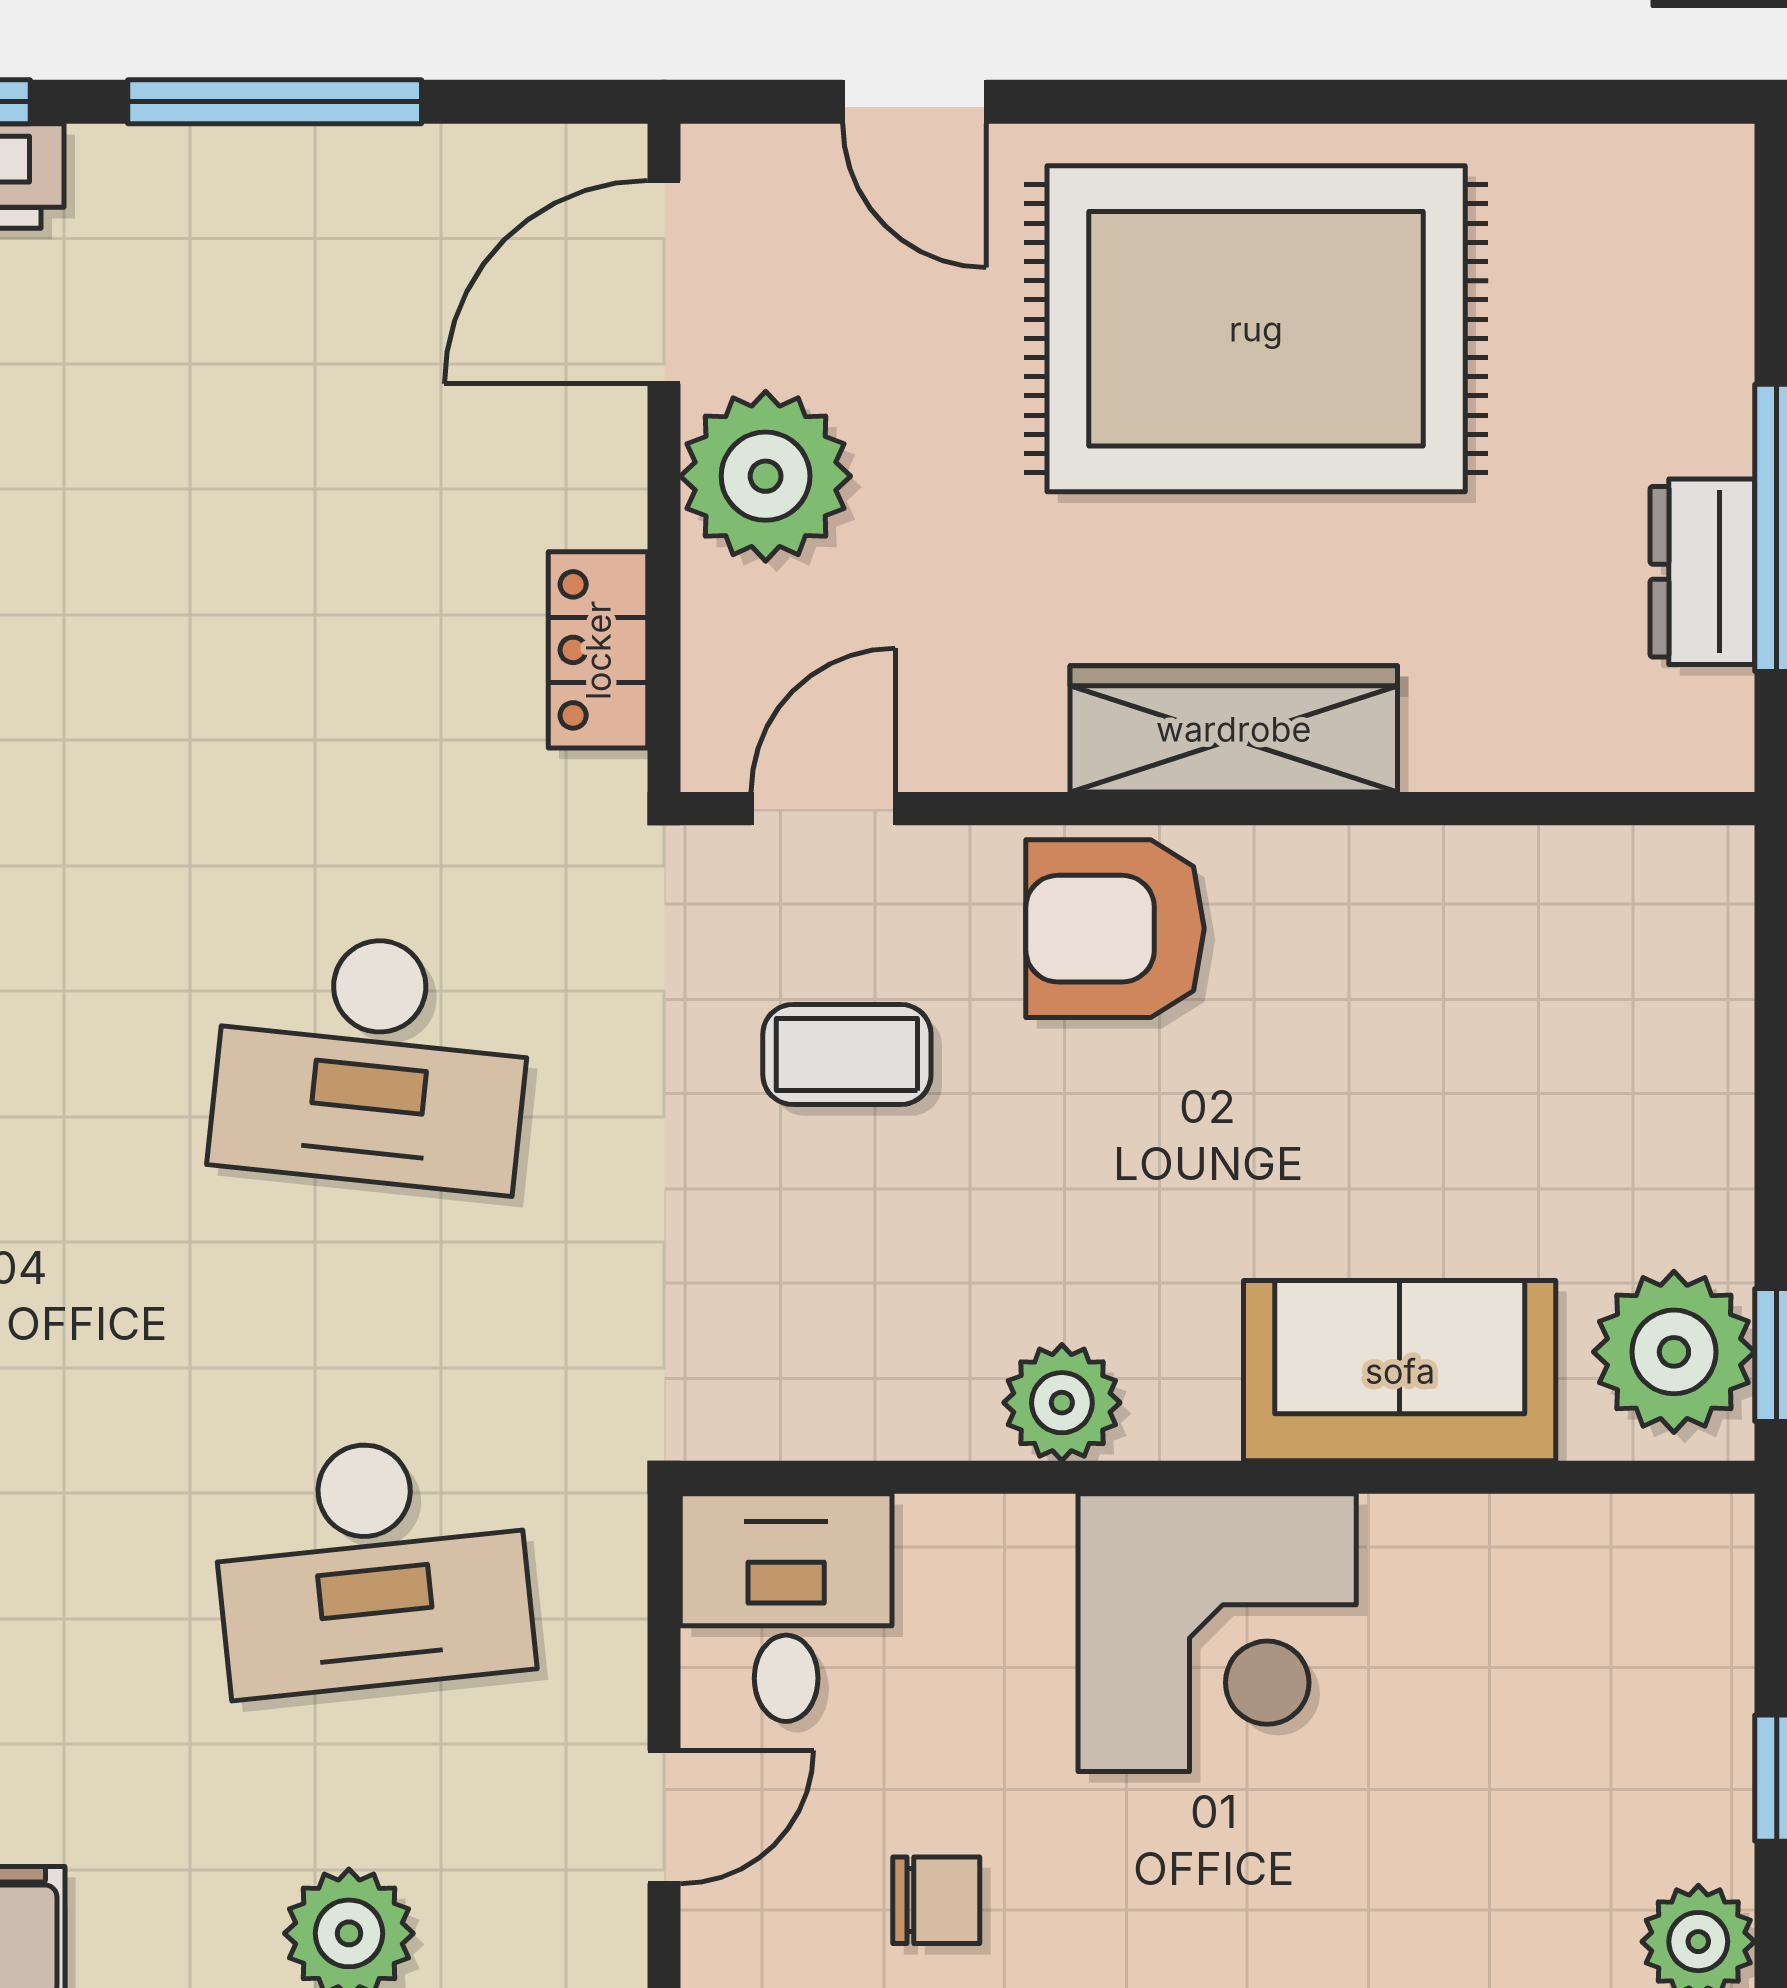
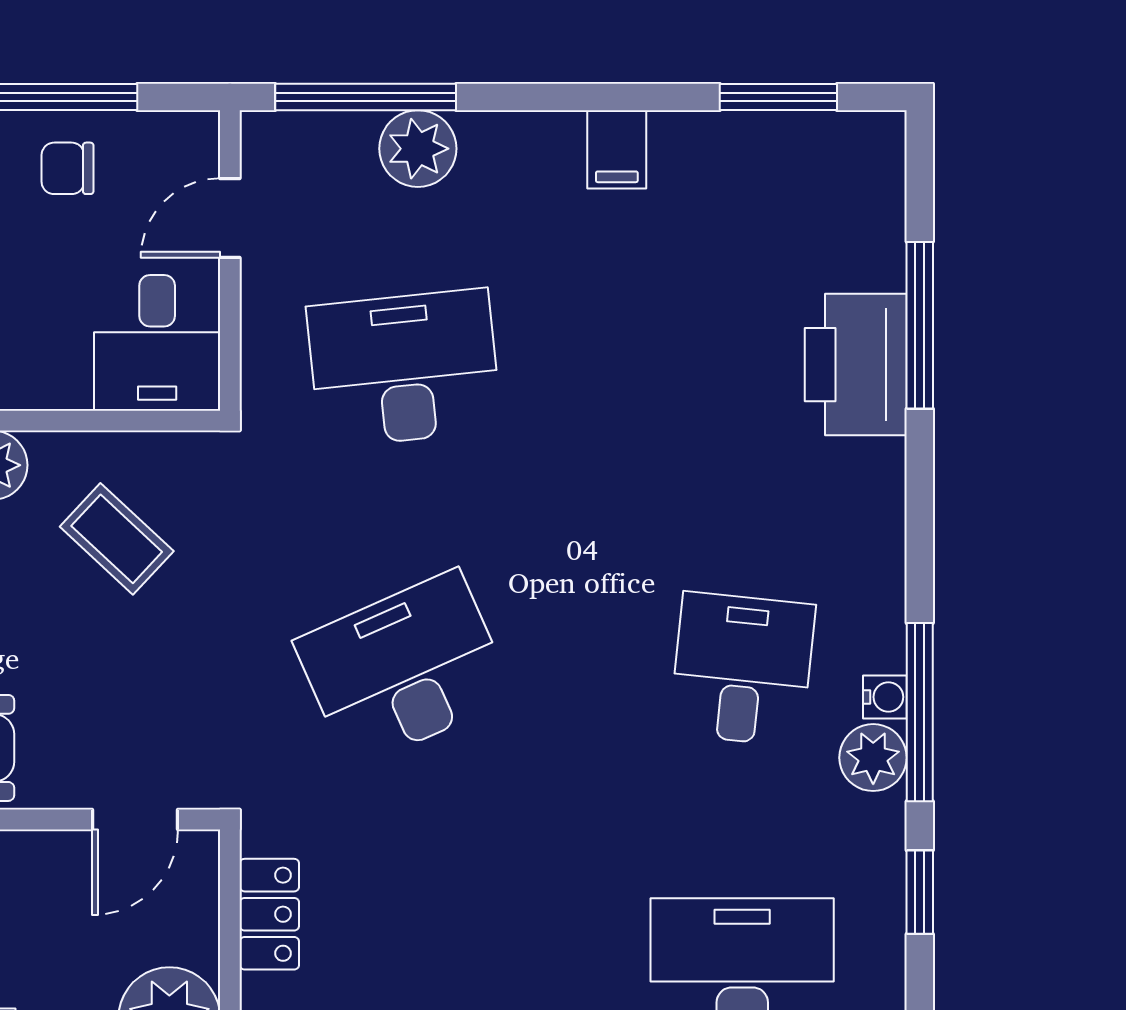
coffee table: (847, 1054) -> (117, 539), moved, turned 43
desk: (372, 1061) -> (404, 669), turned -30

